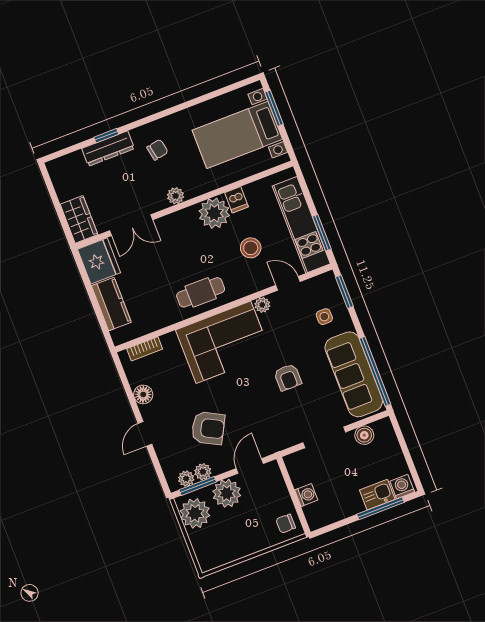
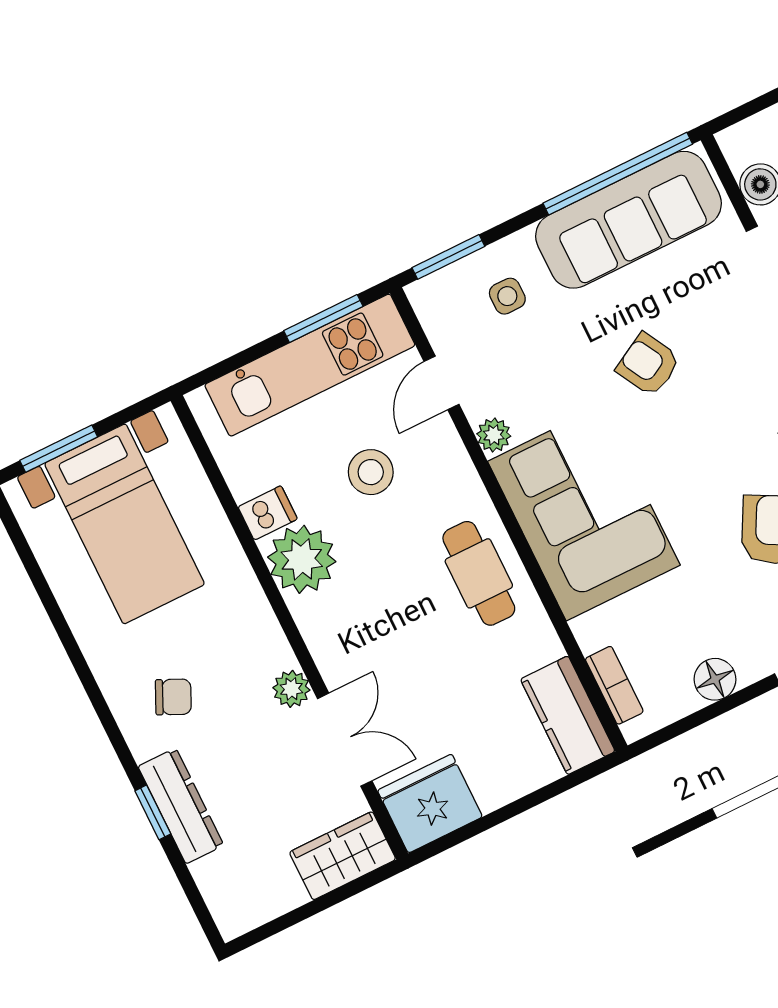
chair: (157, 150) -> (173, 697), turned 126
plant: (176, 196) -> (291, 689), moved
kitchen counter: (111, 304) -> (568, 715), moved, turned -90
armchair: (288, 377) -> (648, 364), turned -119

